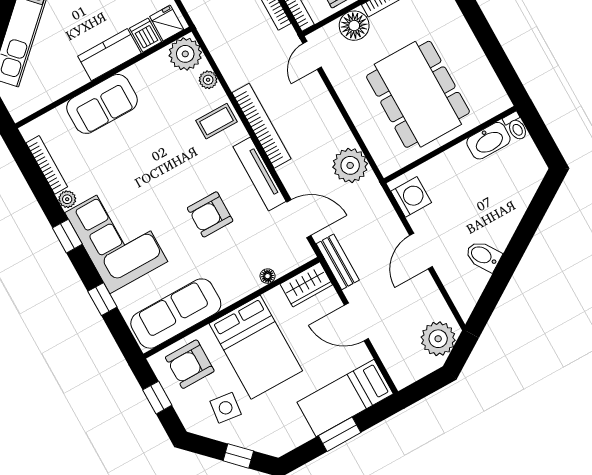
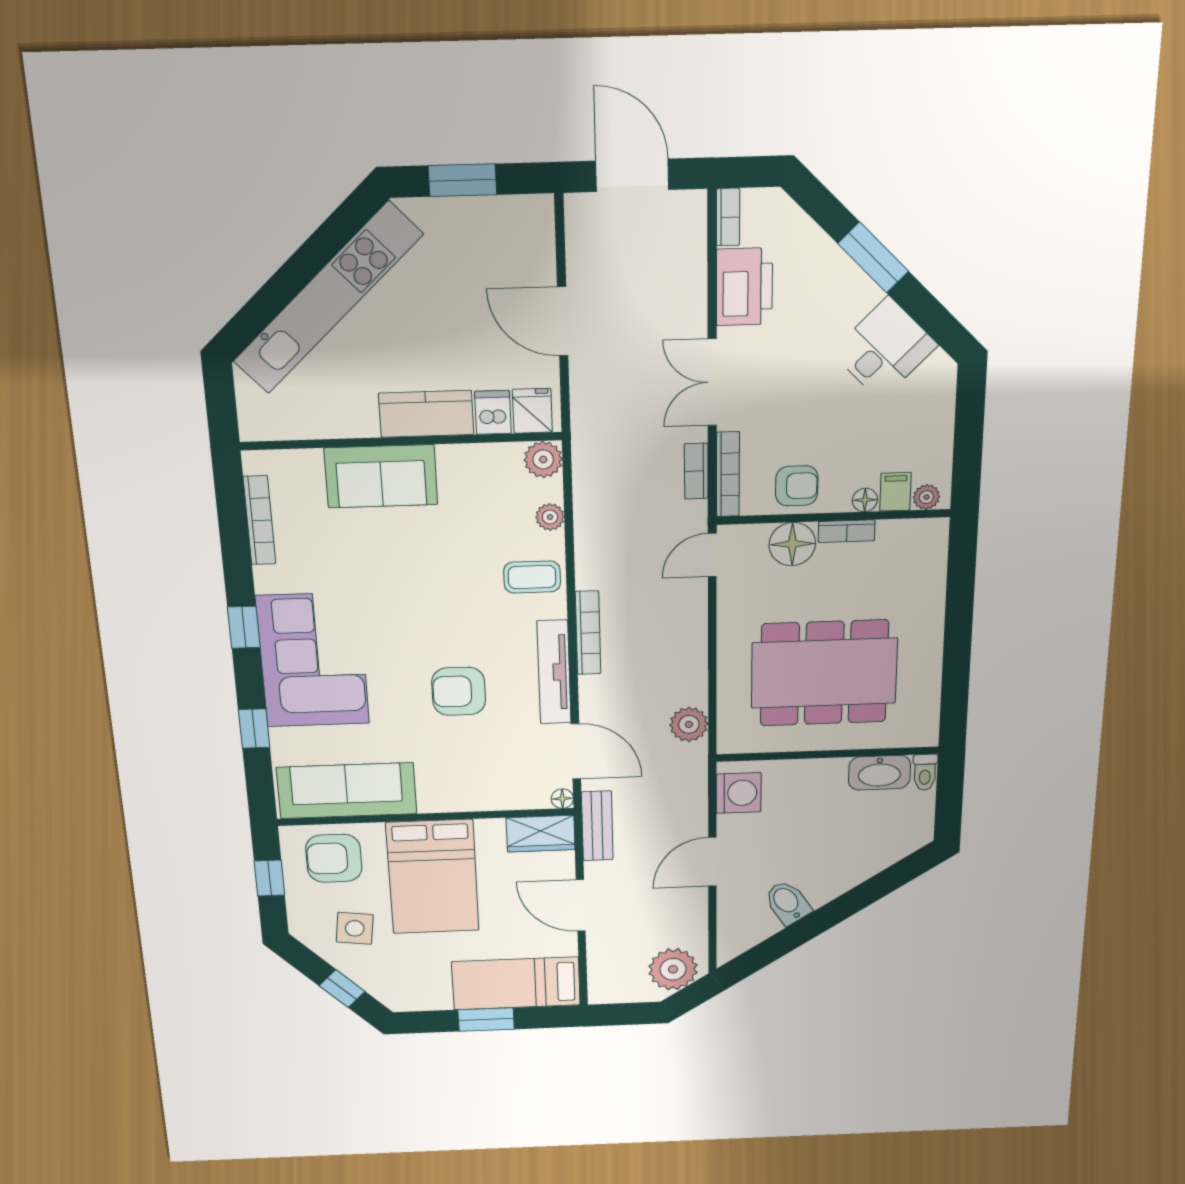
plant: (185, 54) -> (543, 459), width x0.73, depth x0.73
dining table: (418, 94) -> (824, 673), turned 90
bookcase: (262, 126) -> (588, 633), width x0.68, depth x0.76
plant: (350, 165) -> (689, 724), width x0.73, depth x0.73
plant: (67, 199) -> (267, 579), removed
floor lamp: (268, 276) -> (562, 799), moved

